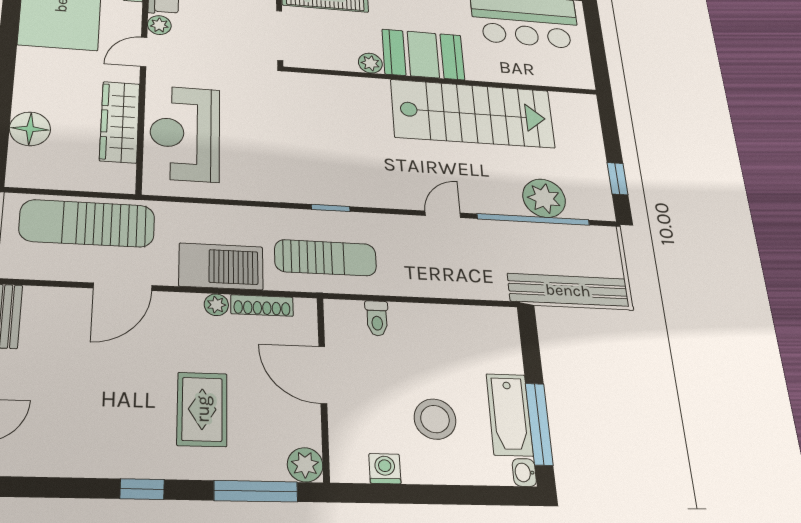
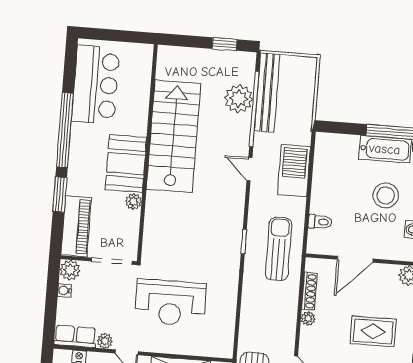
reception desk: (185, 133) -> (171, 303), moved
barbecue: (221, 266) -> (294, 171), moved
bench: (568, 290) -> (267, 92), moved

